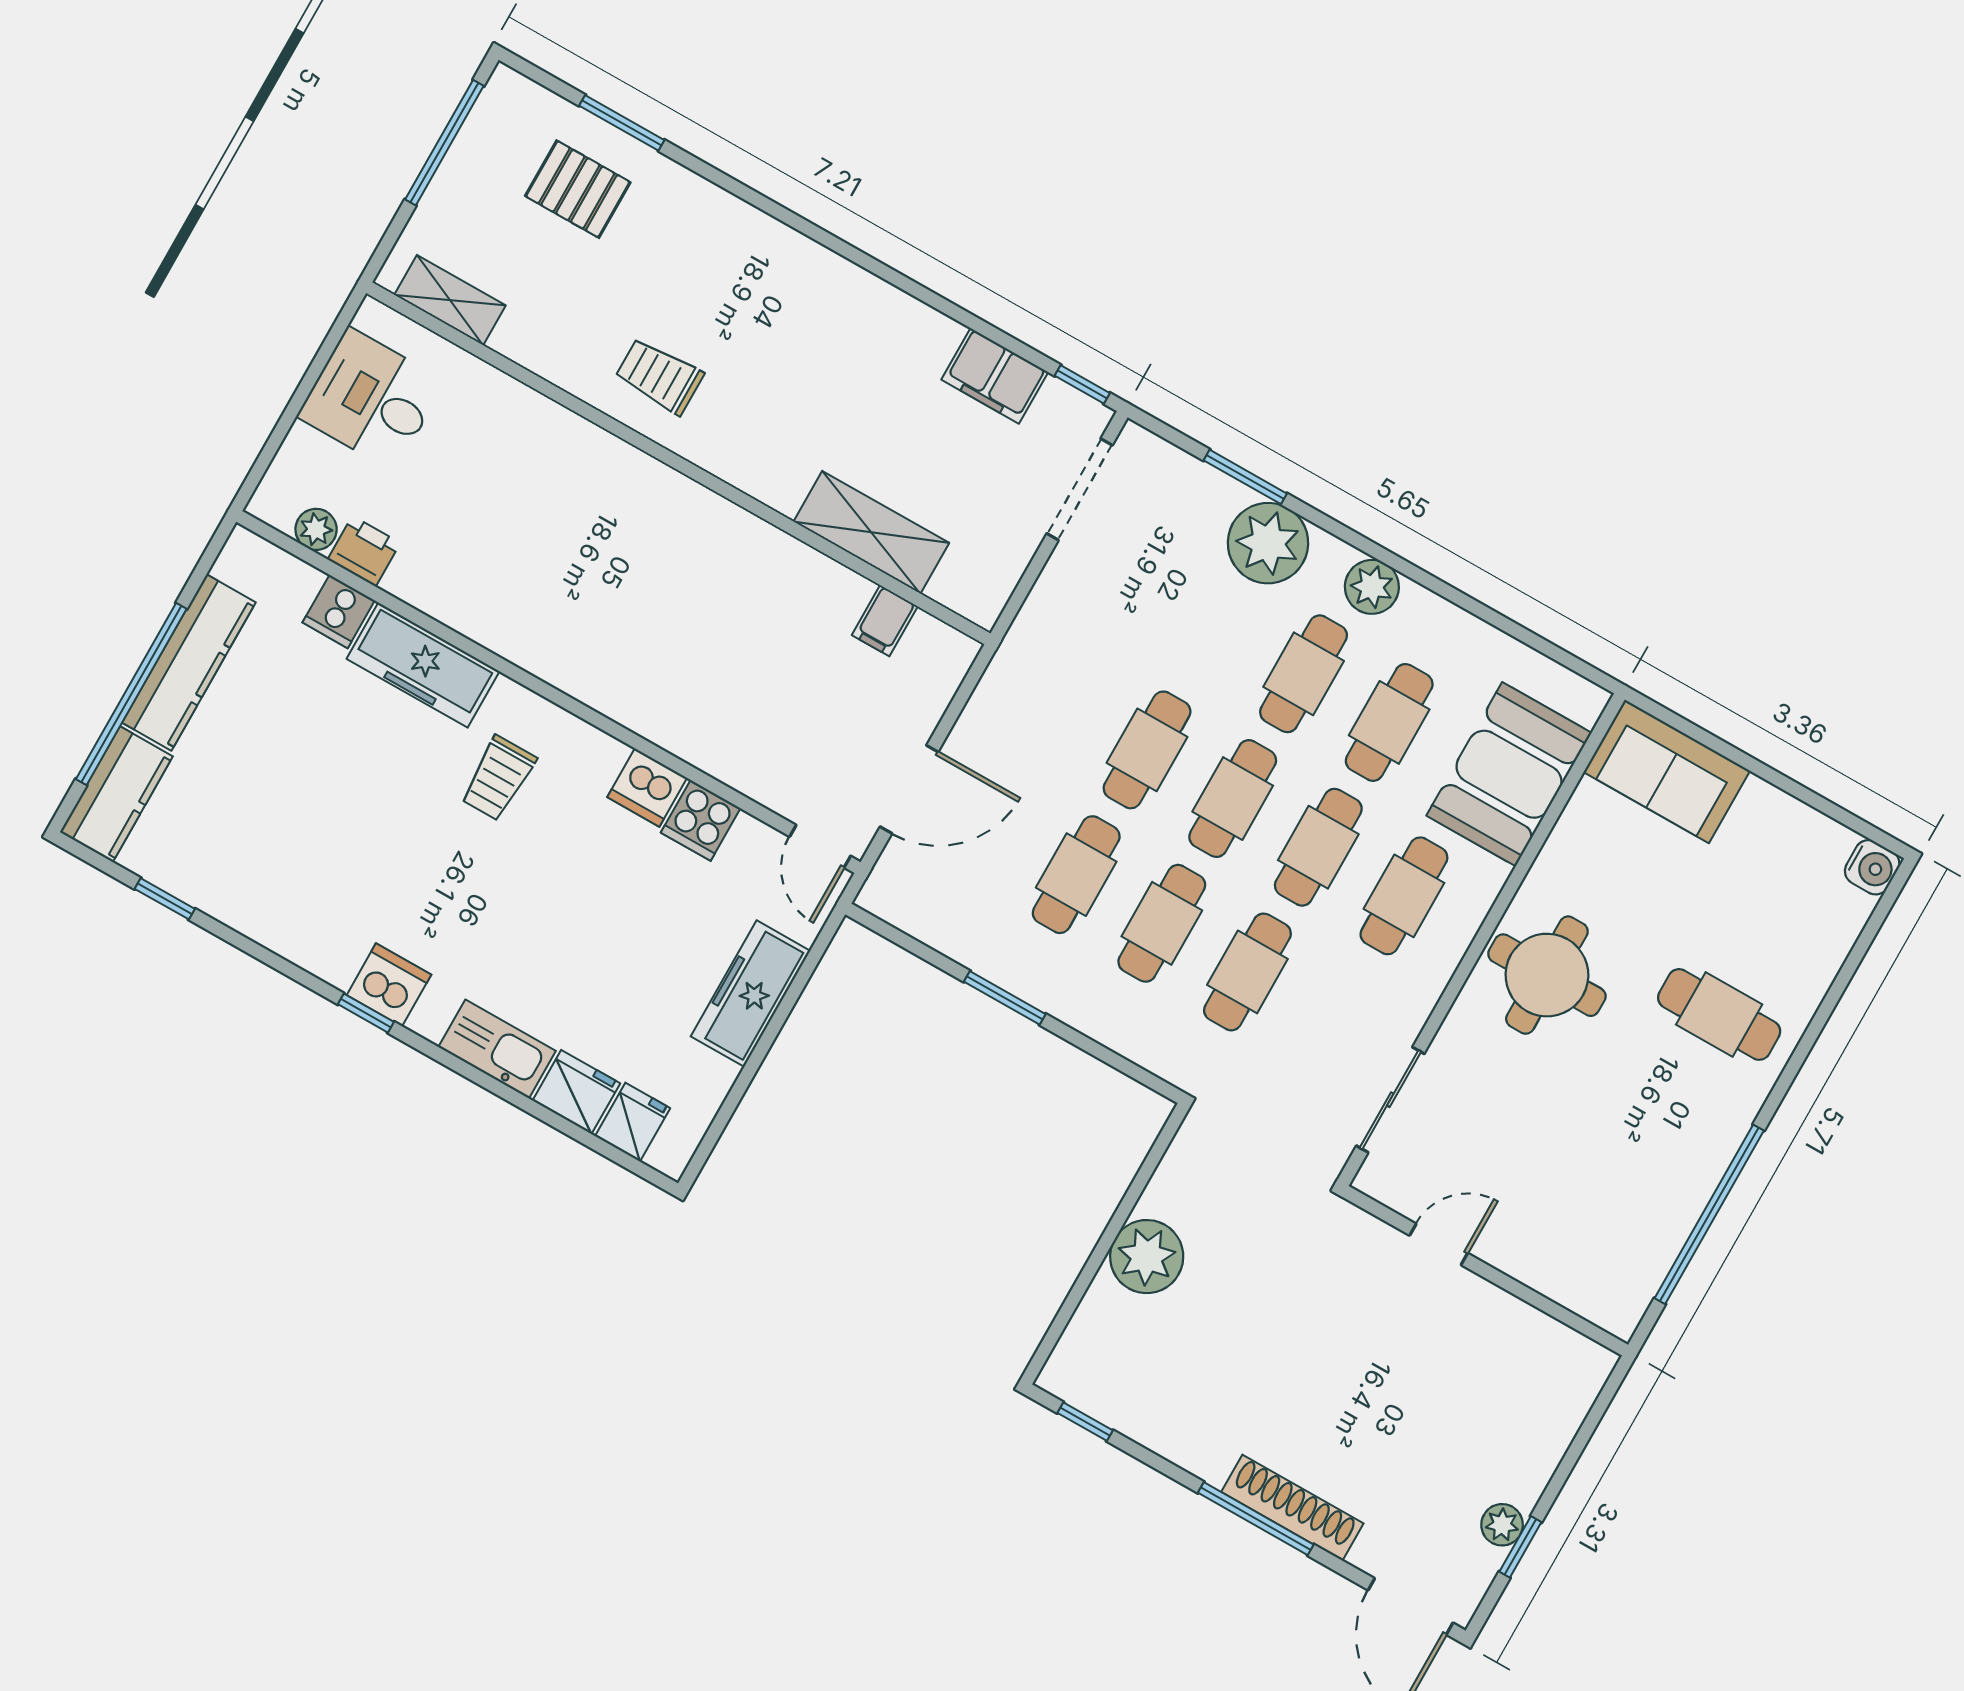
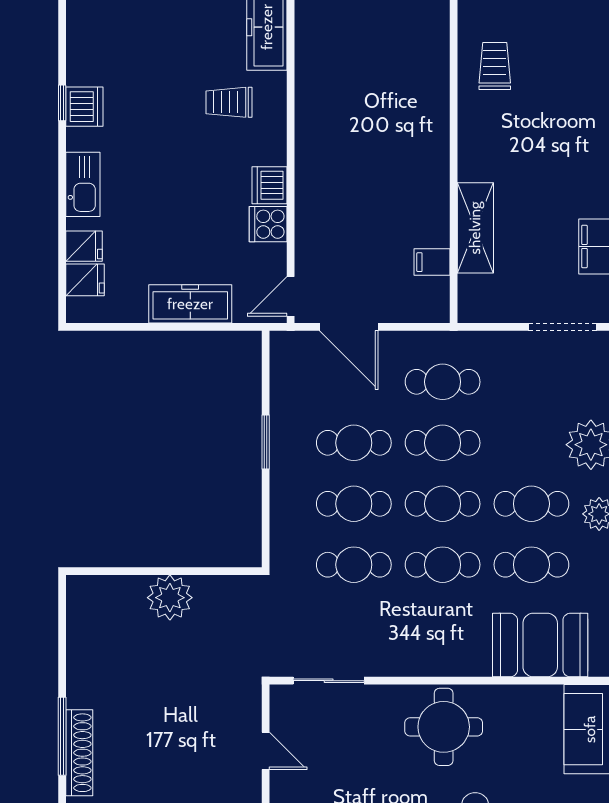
cafe table: (1404, 896) -> (443, 382), moved
fridge: (576, 1092) -> (84, 246), width x0.72
window: (1085, 1422) -> (62, 615), removed

